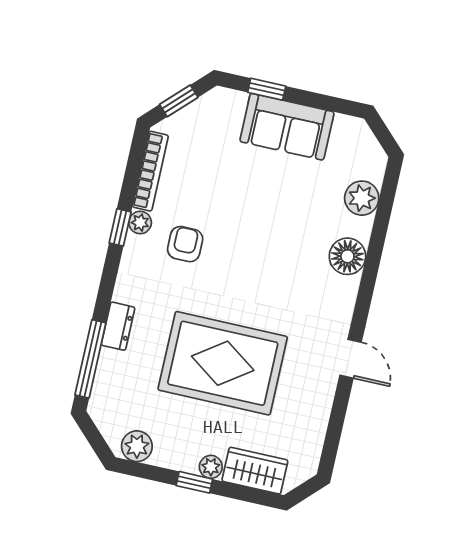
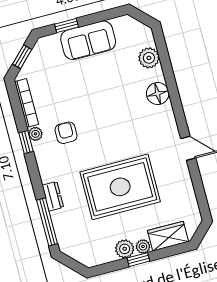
plant: (137, 446) -> (125, 249), moved

